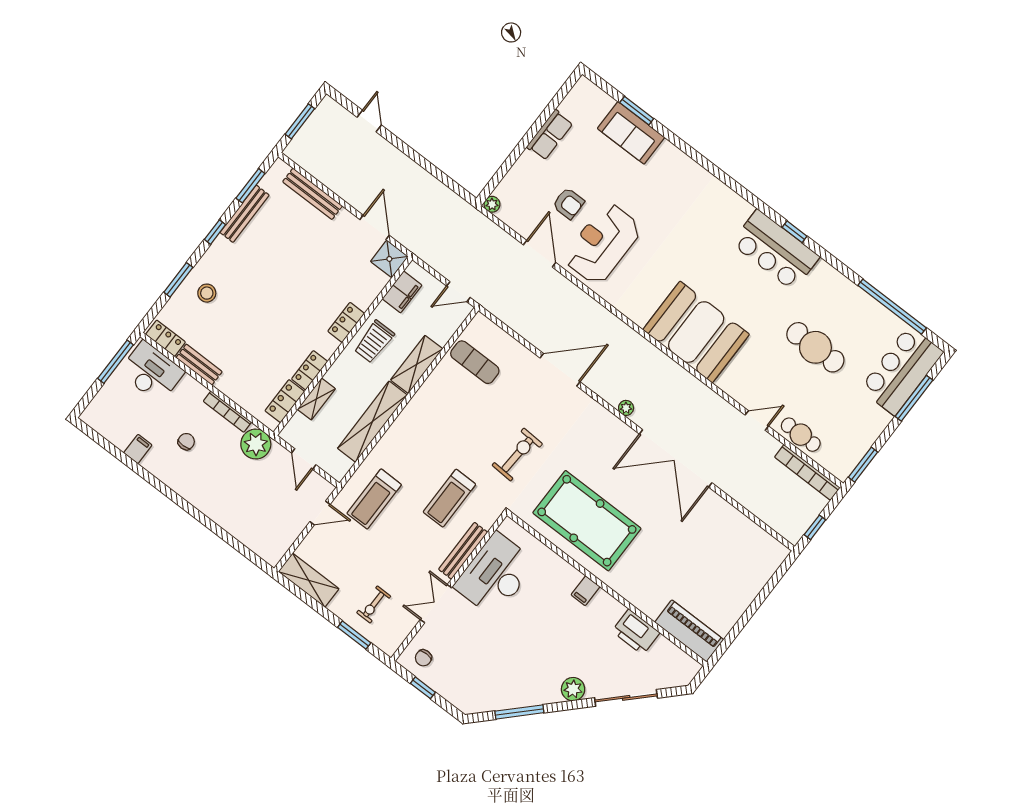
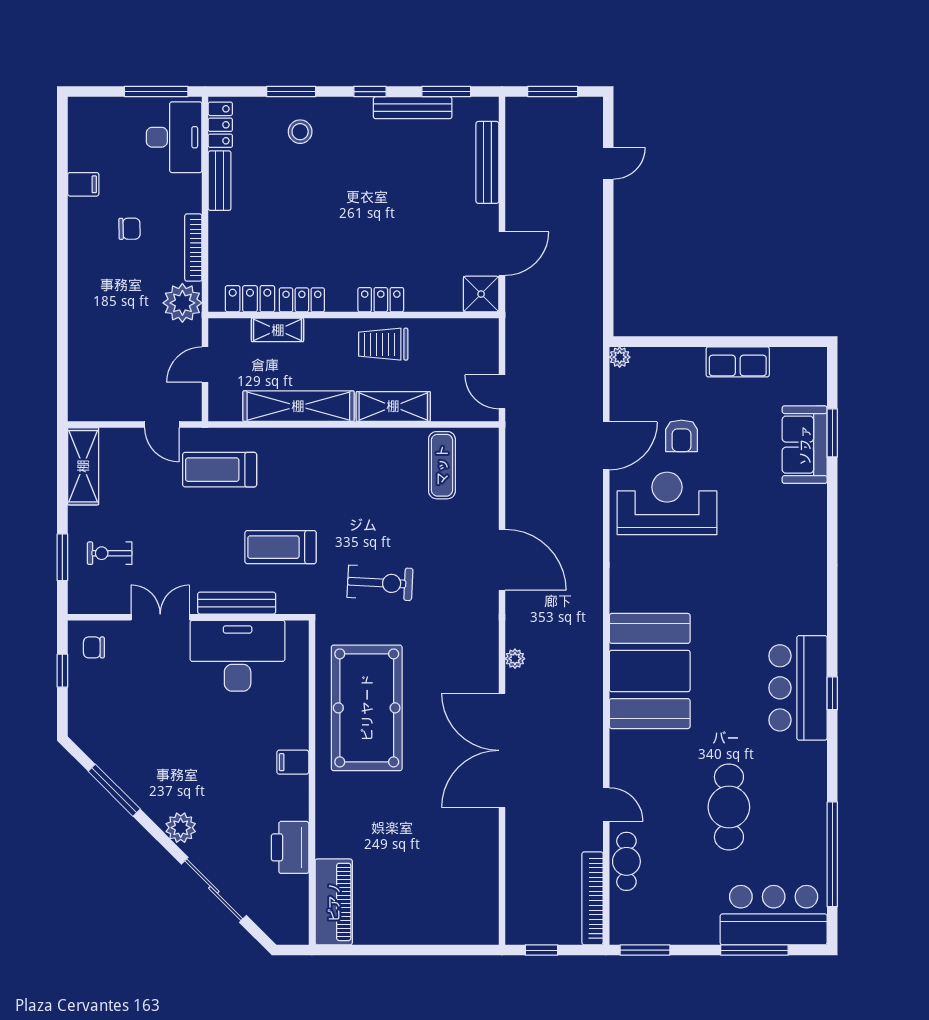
filing cabinet: (402, 292) -> (457, 334), removed

